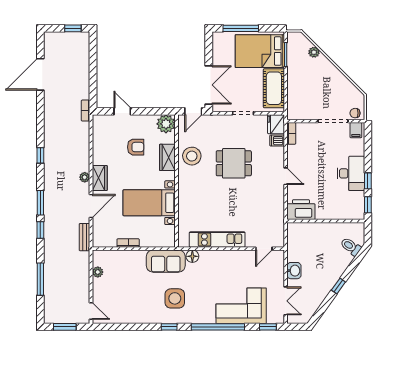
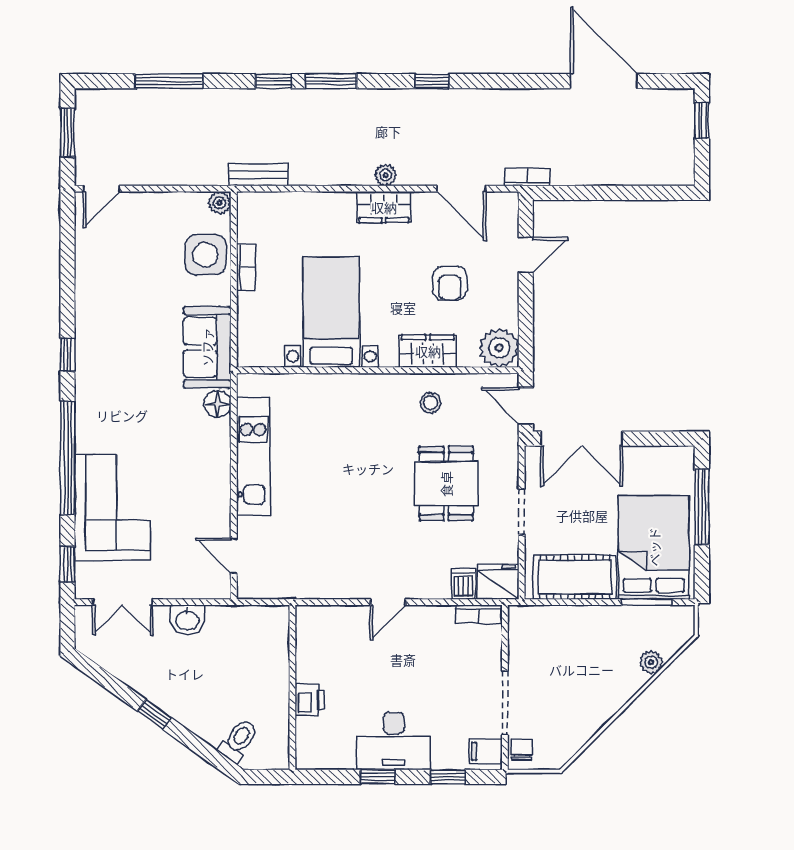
window: (73, 28) -> (702, 121), moved
stool: (192, 156) -> (431, 403), width x0.53, depth x0.53
dining table: (234, 163) -> (446, 484), moved
window: (368, 205) -> (448, 777), moved
door: (91, 206) -> (461, 189), moved
printer: (301, 210) -> (310, 700), moved, width x0.53, depth x0.68
plant: (98, 272) -> (220, 203), moved
side table: (175, 298) -> (205, 255), moved

